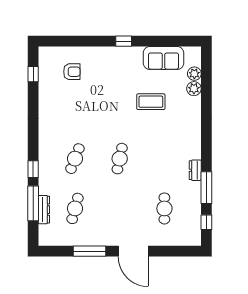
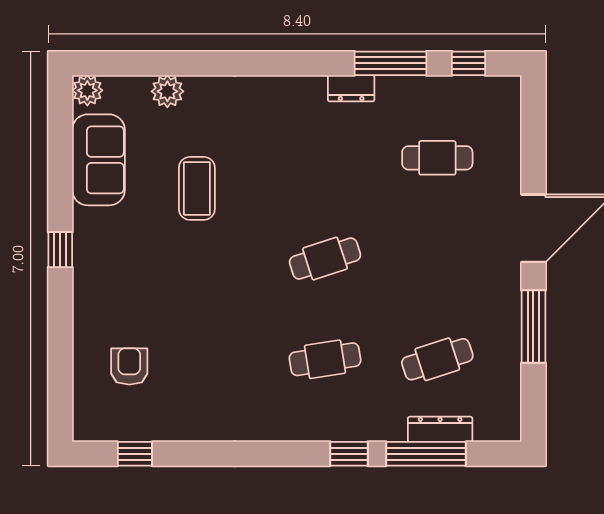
plant: (194, 74) -> (87, 90), moved
cafe table: (75, 159) -> (325, 359), turned -30
cafe table: (120, 159) -> (325, 259), turned -30
cafe table: (75, 208) -> (437, 359), turned -33

